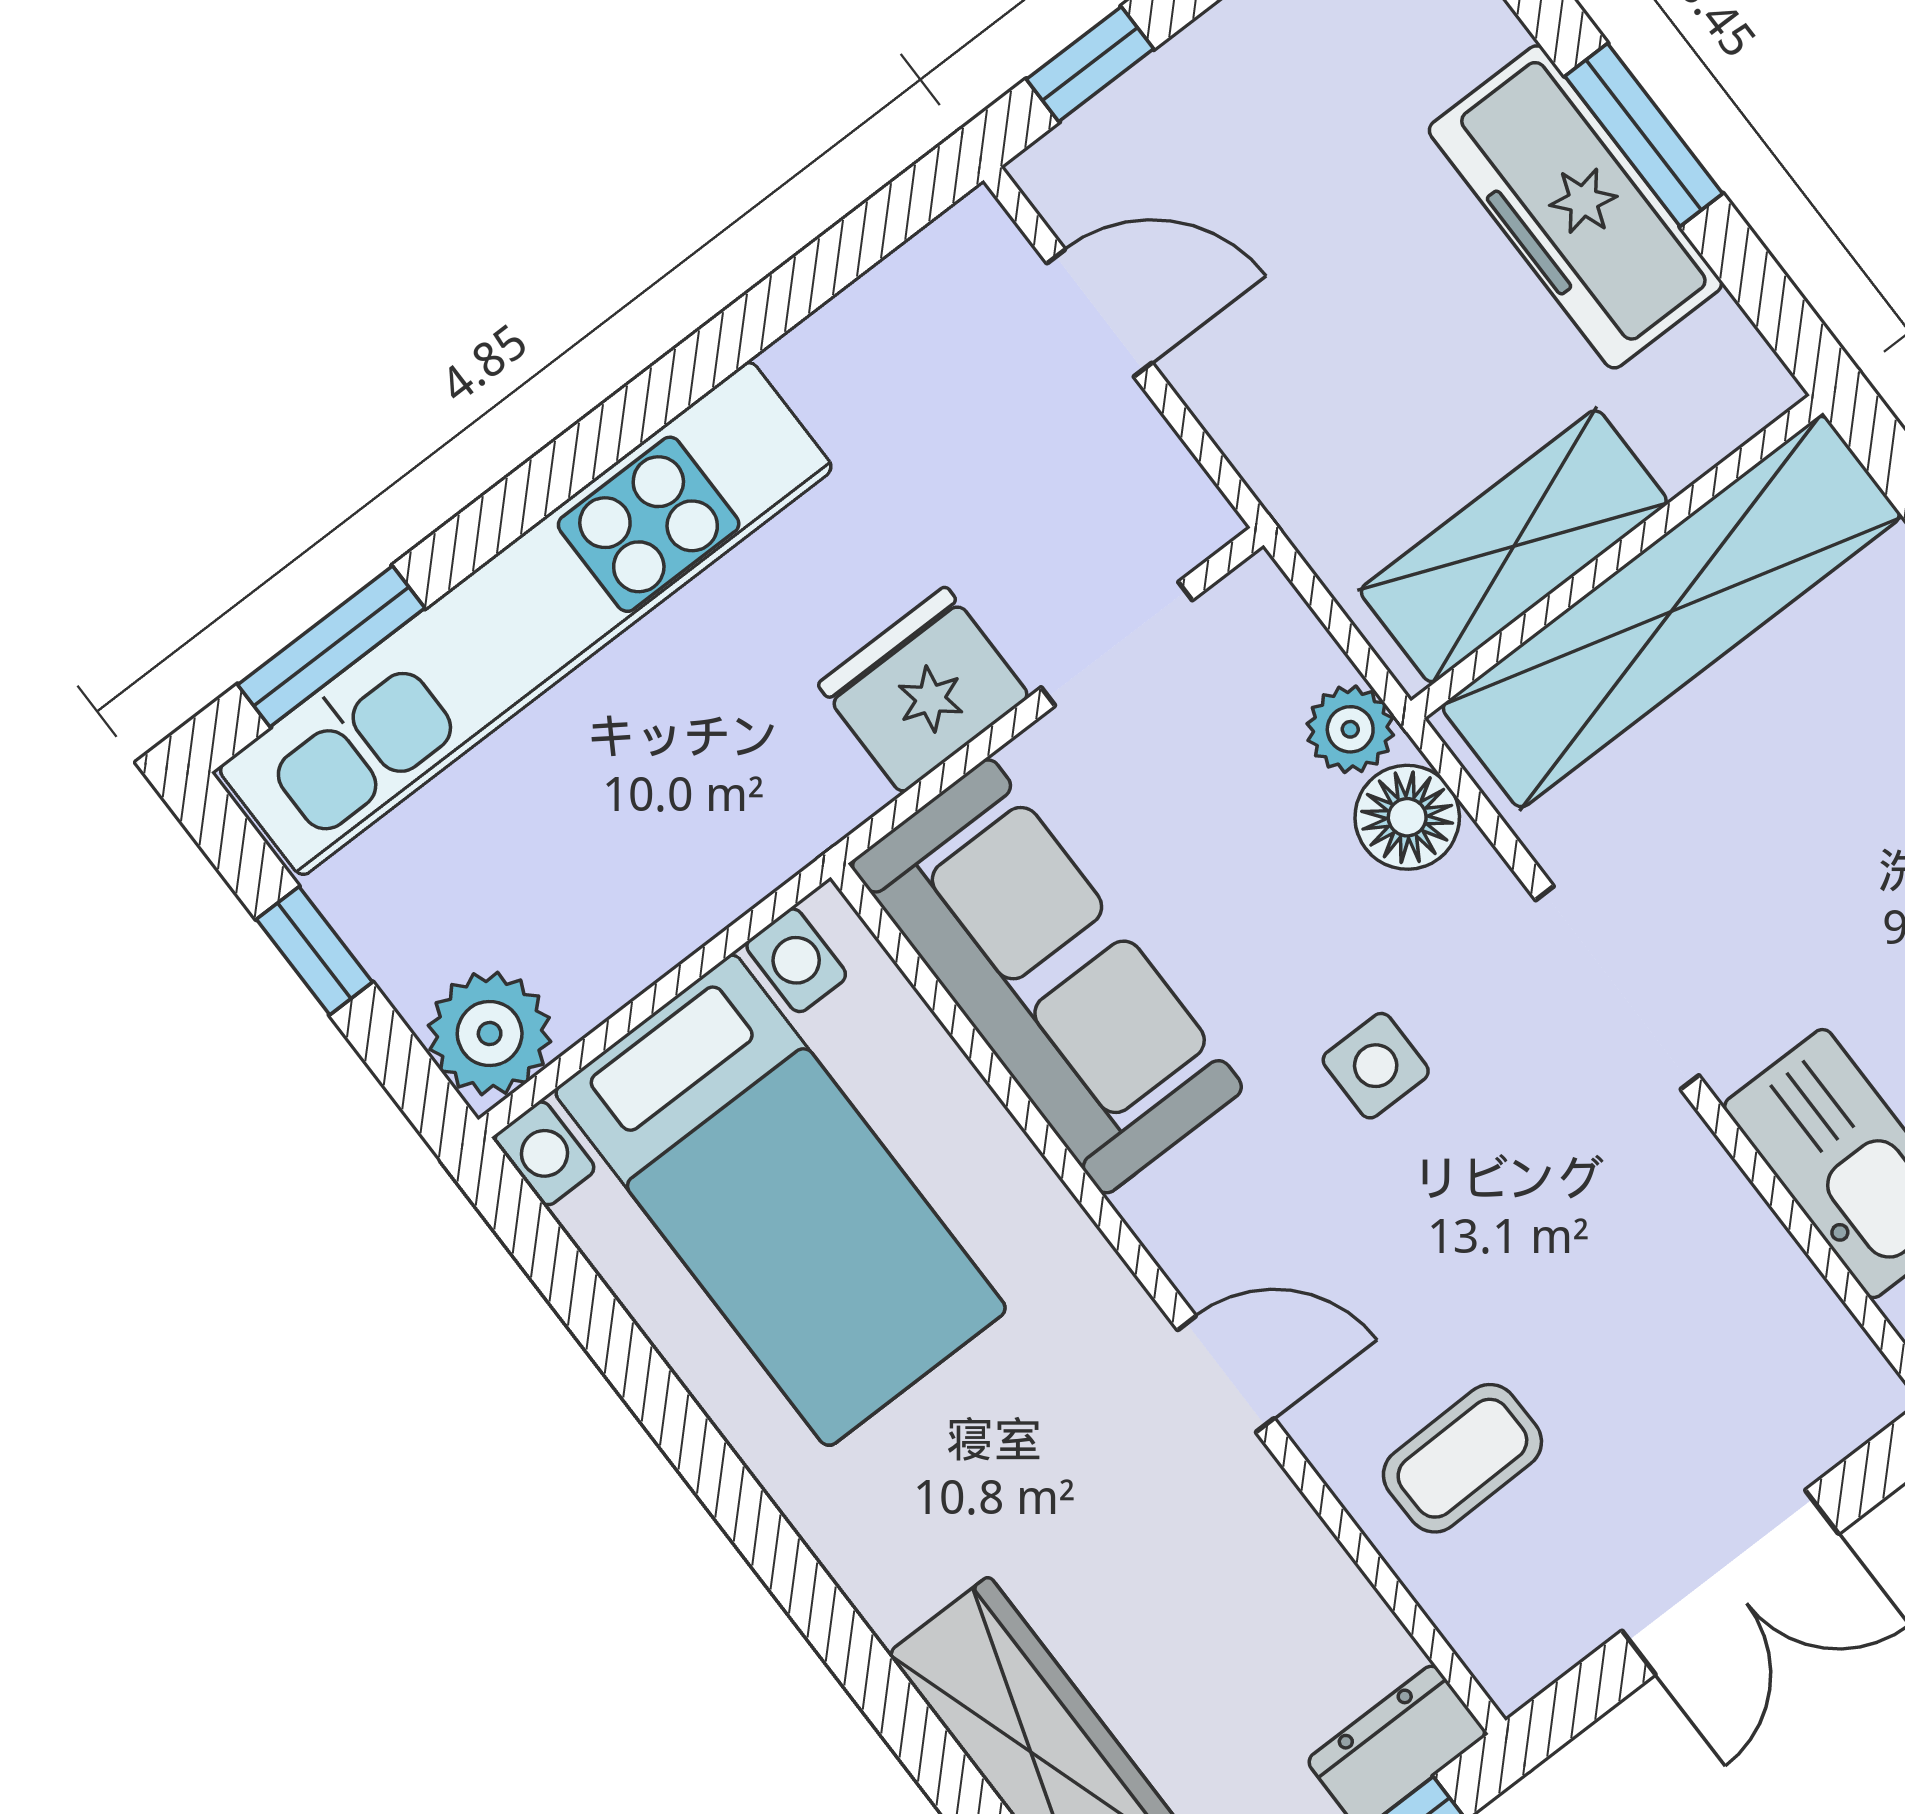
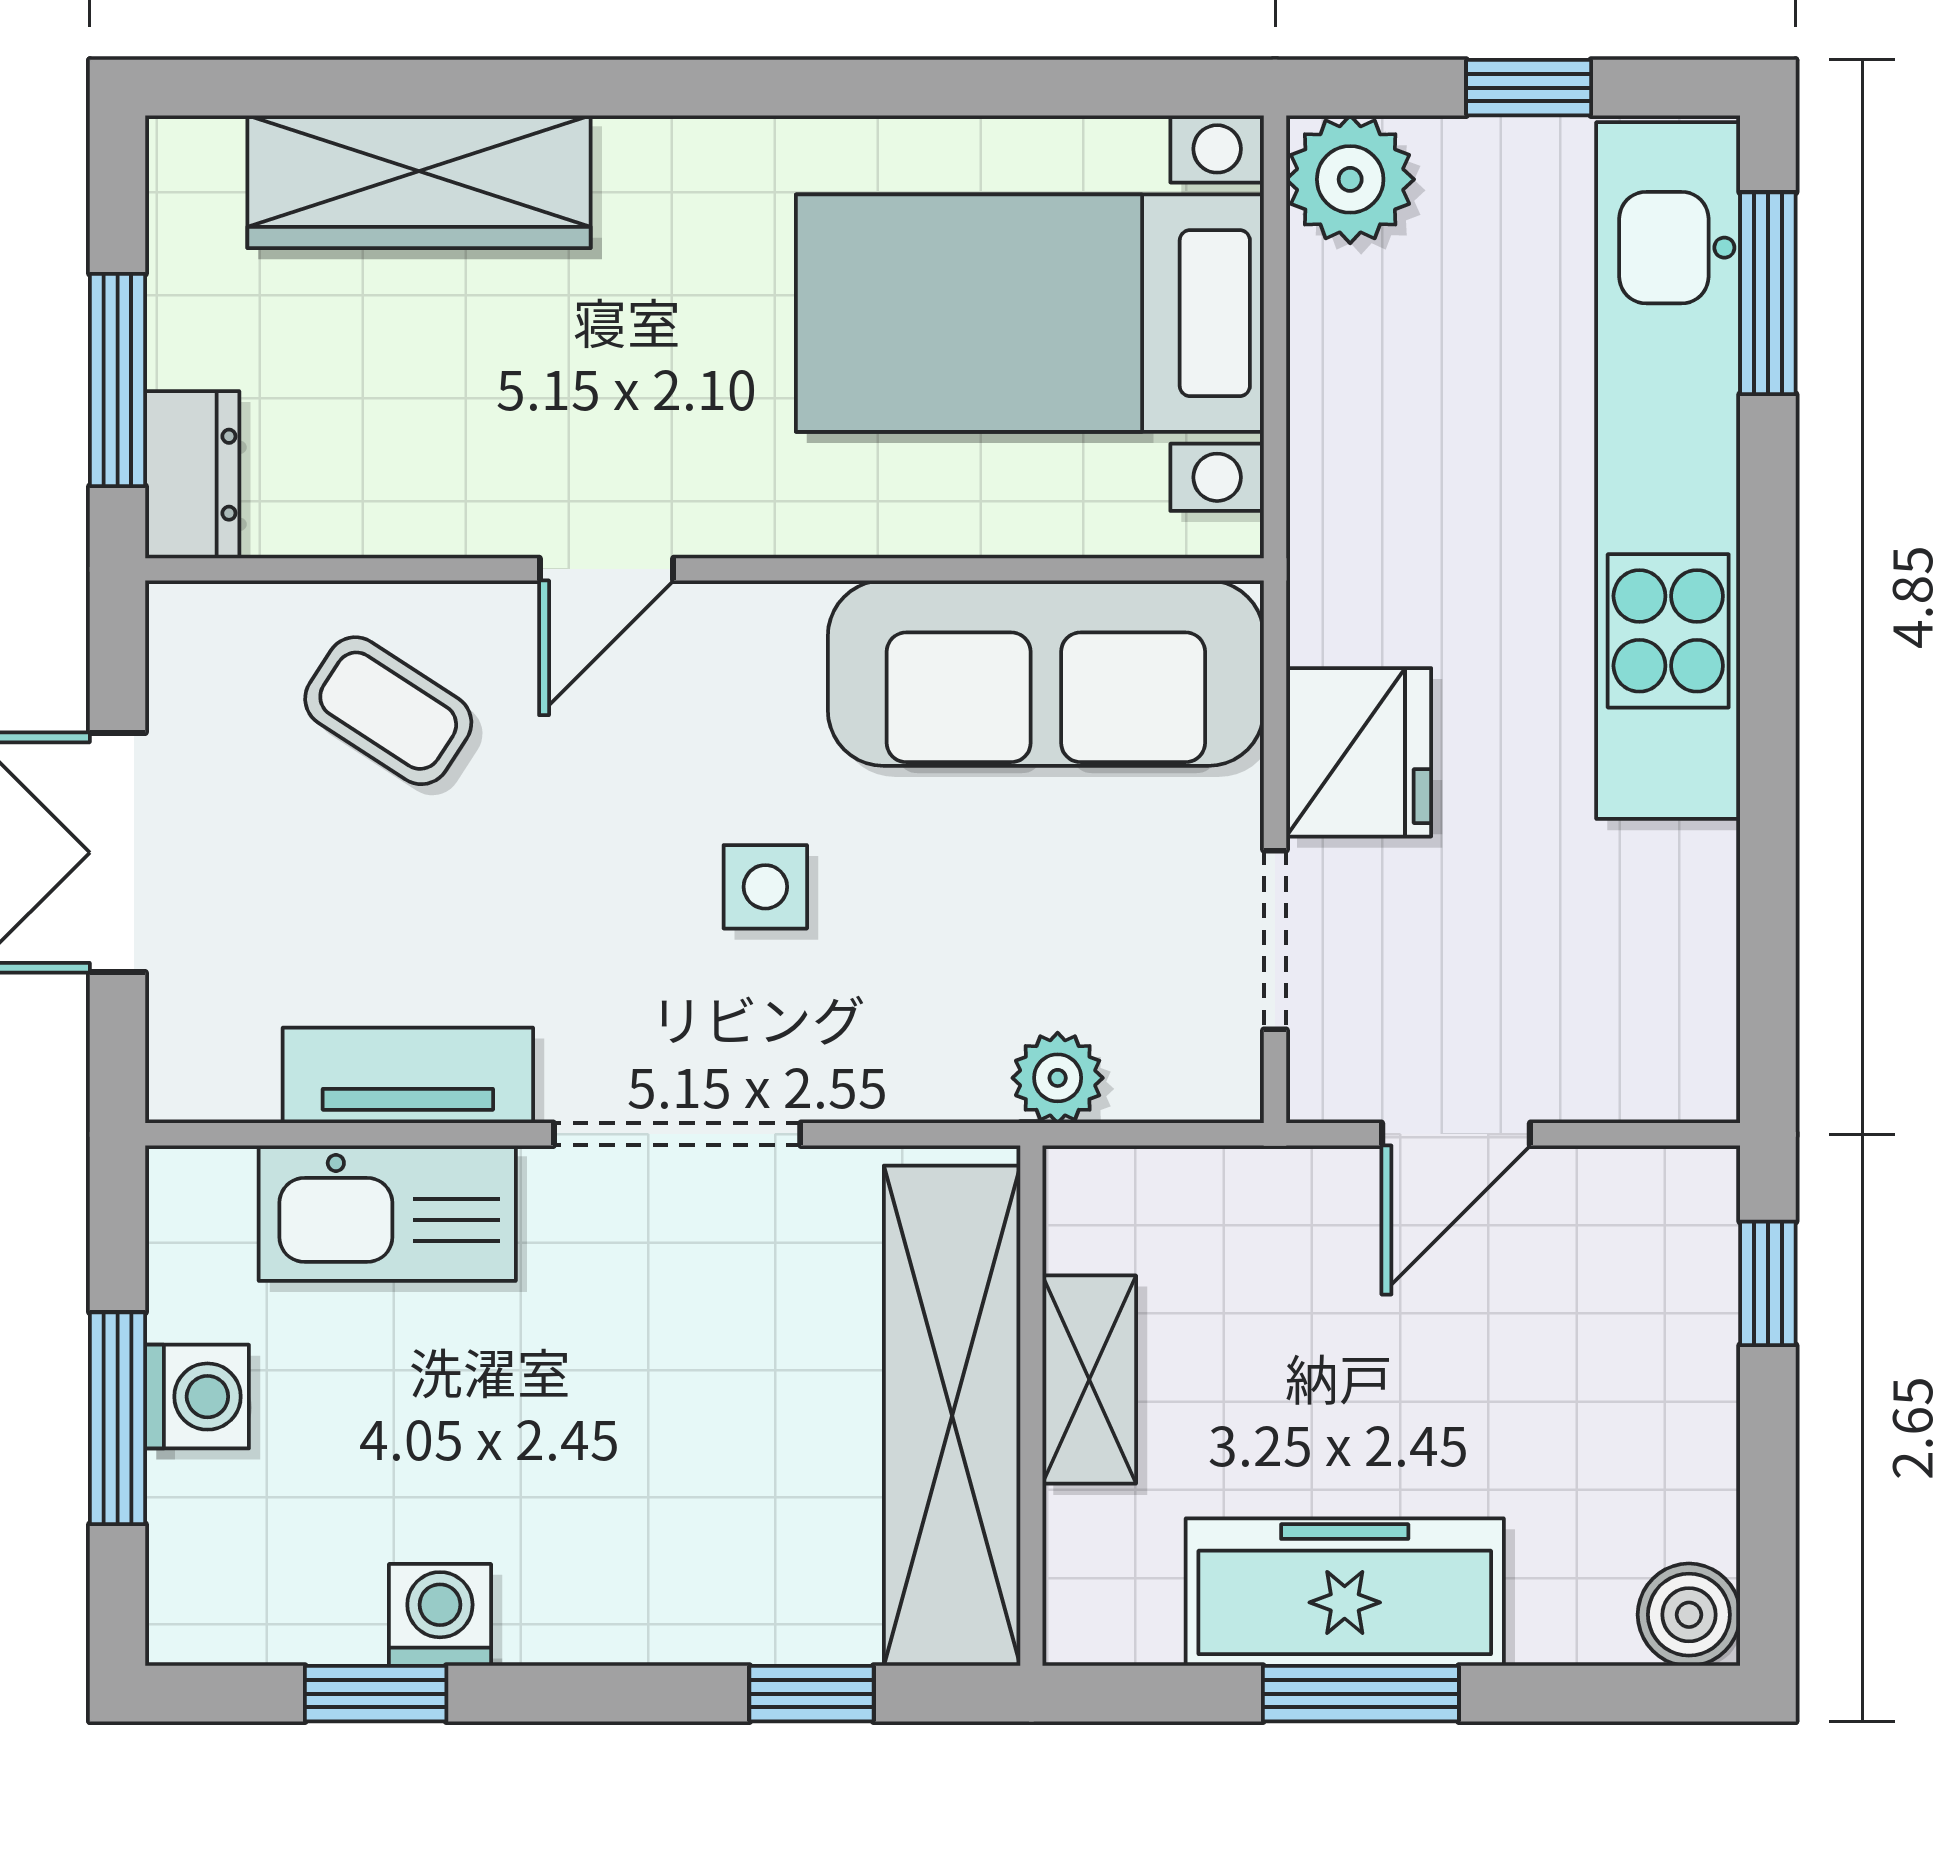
door: (1099, 313) -> (1456, 1134), moved
shelving: (1514, 546) -> (1089, 1380), width x0.67, depth x0.75
floor lamp: (1407, 817) -> (949, 1069), removed
tv unit: (1730, 1229) -> (408, 1075), added
coffee table: (1462, 1458) -> (388, 711), turned -56

